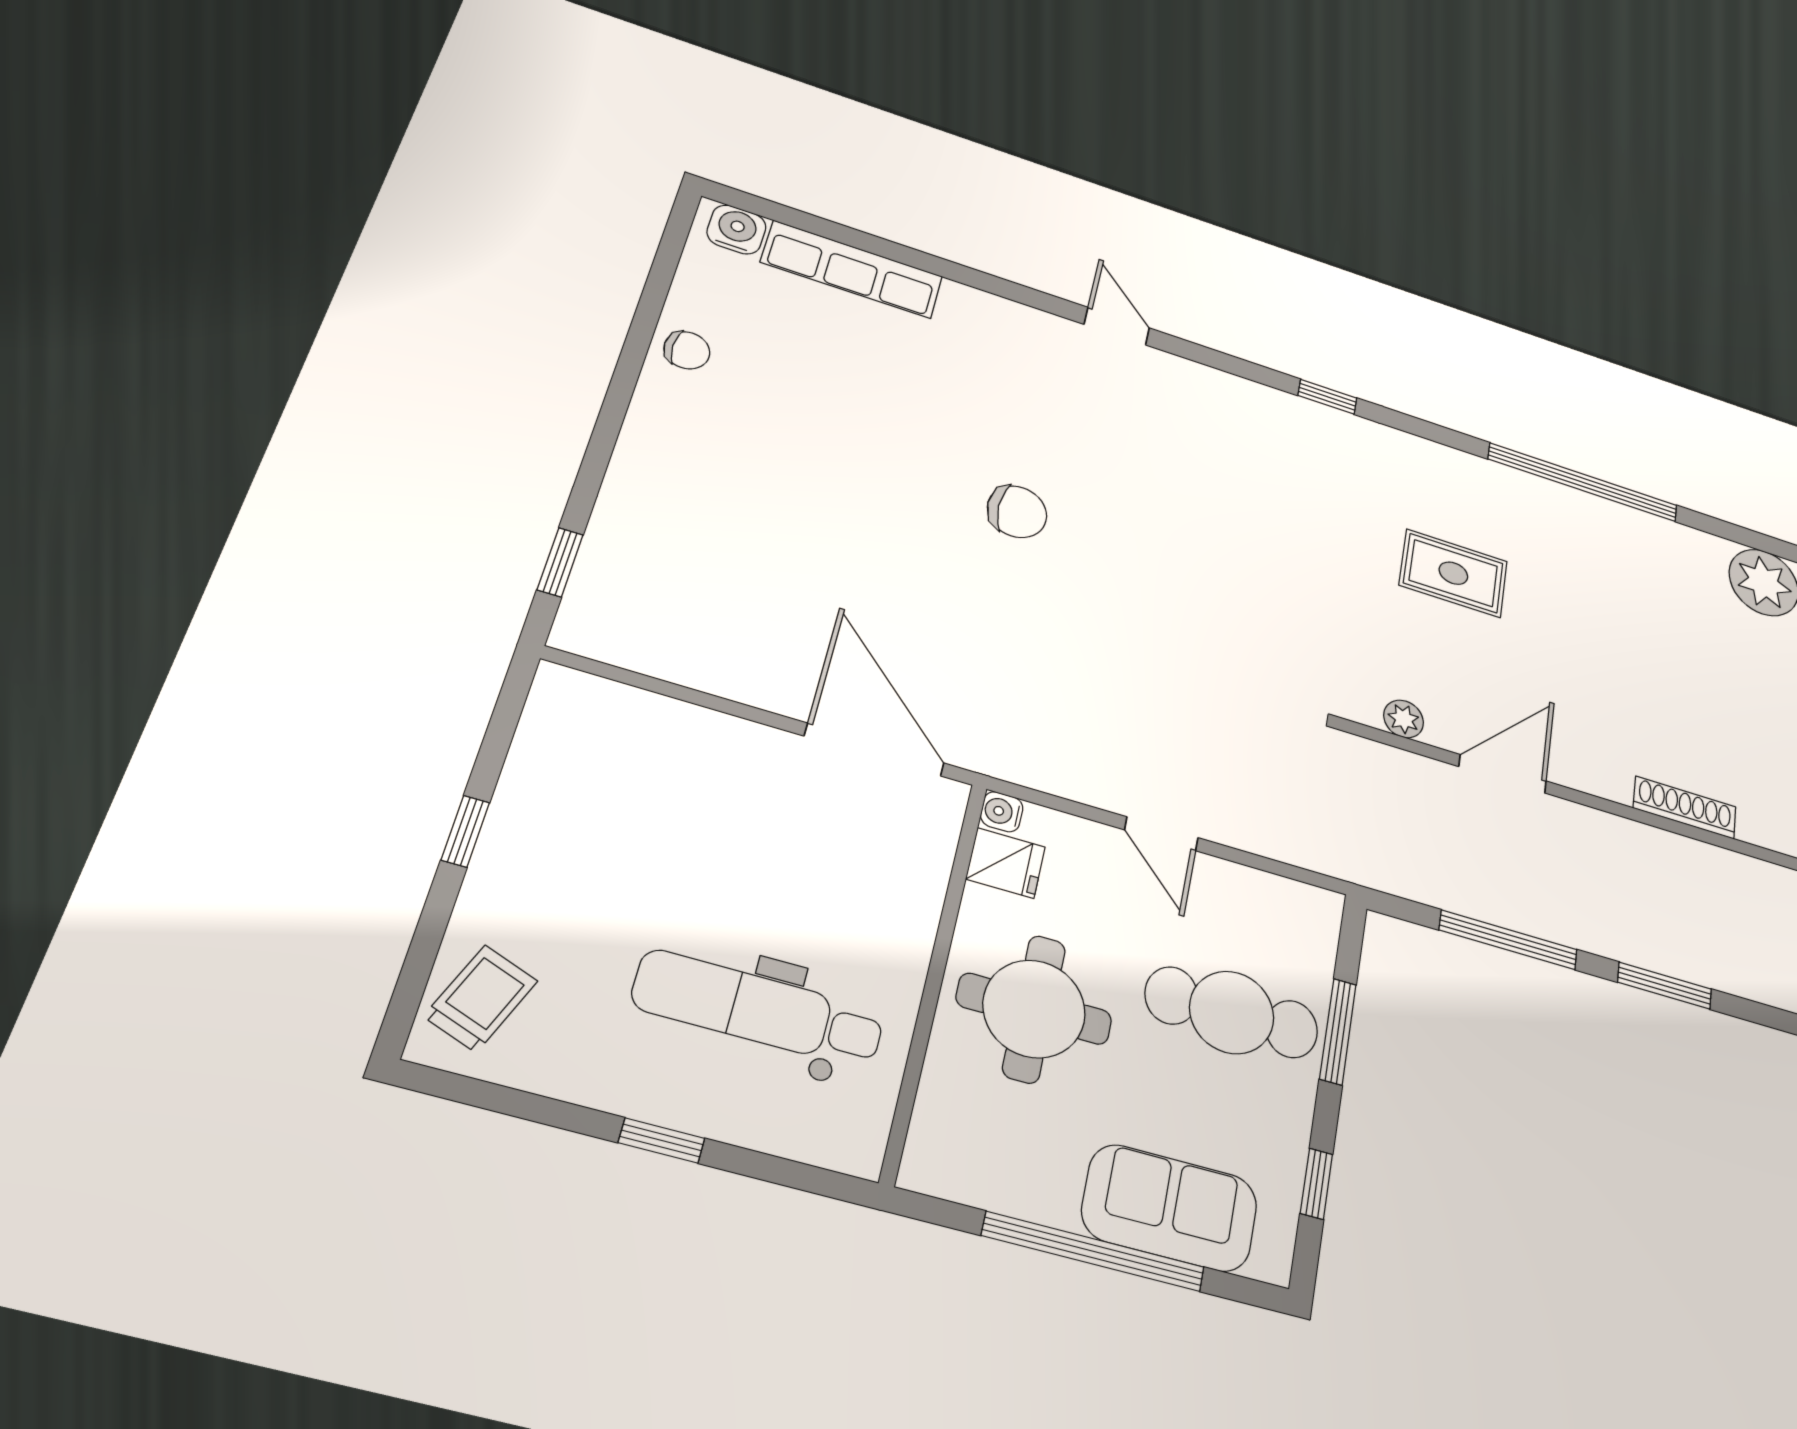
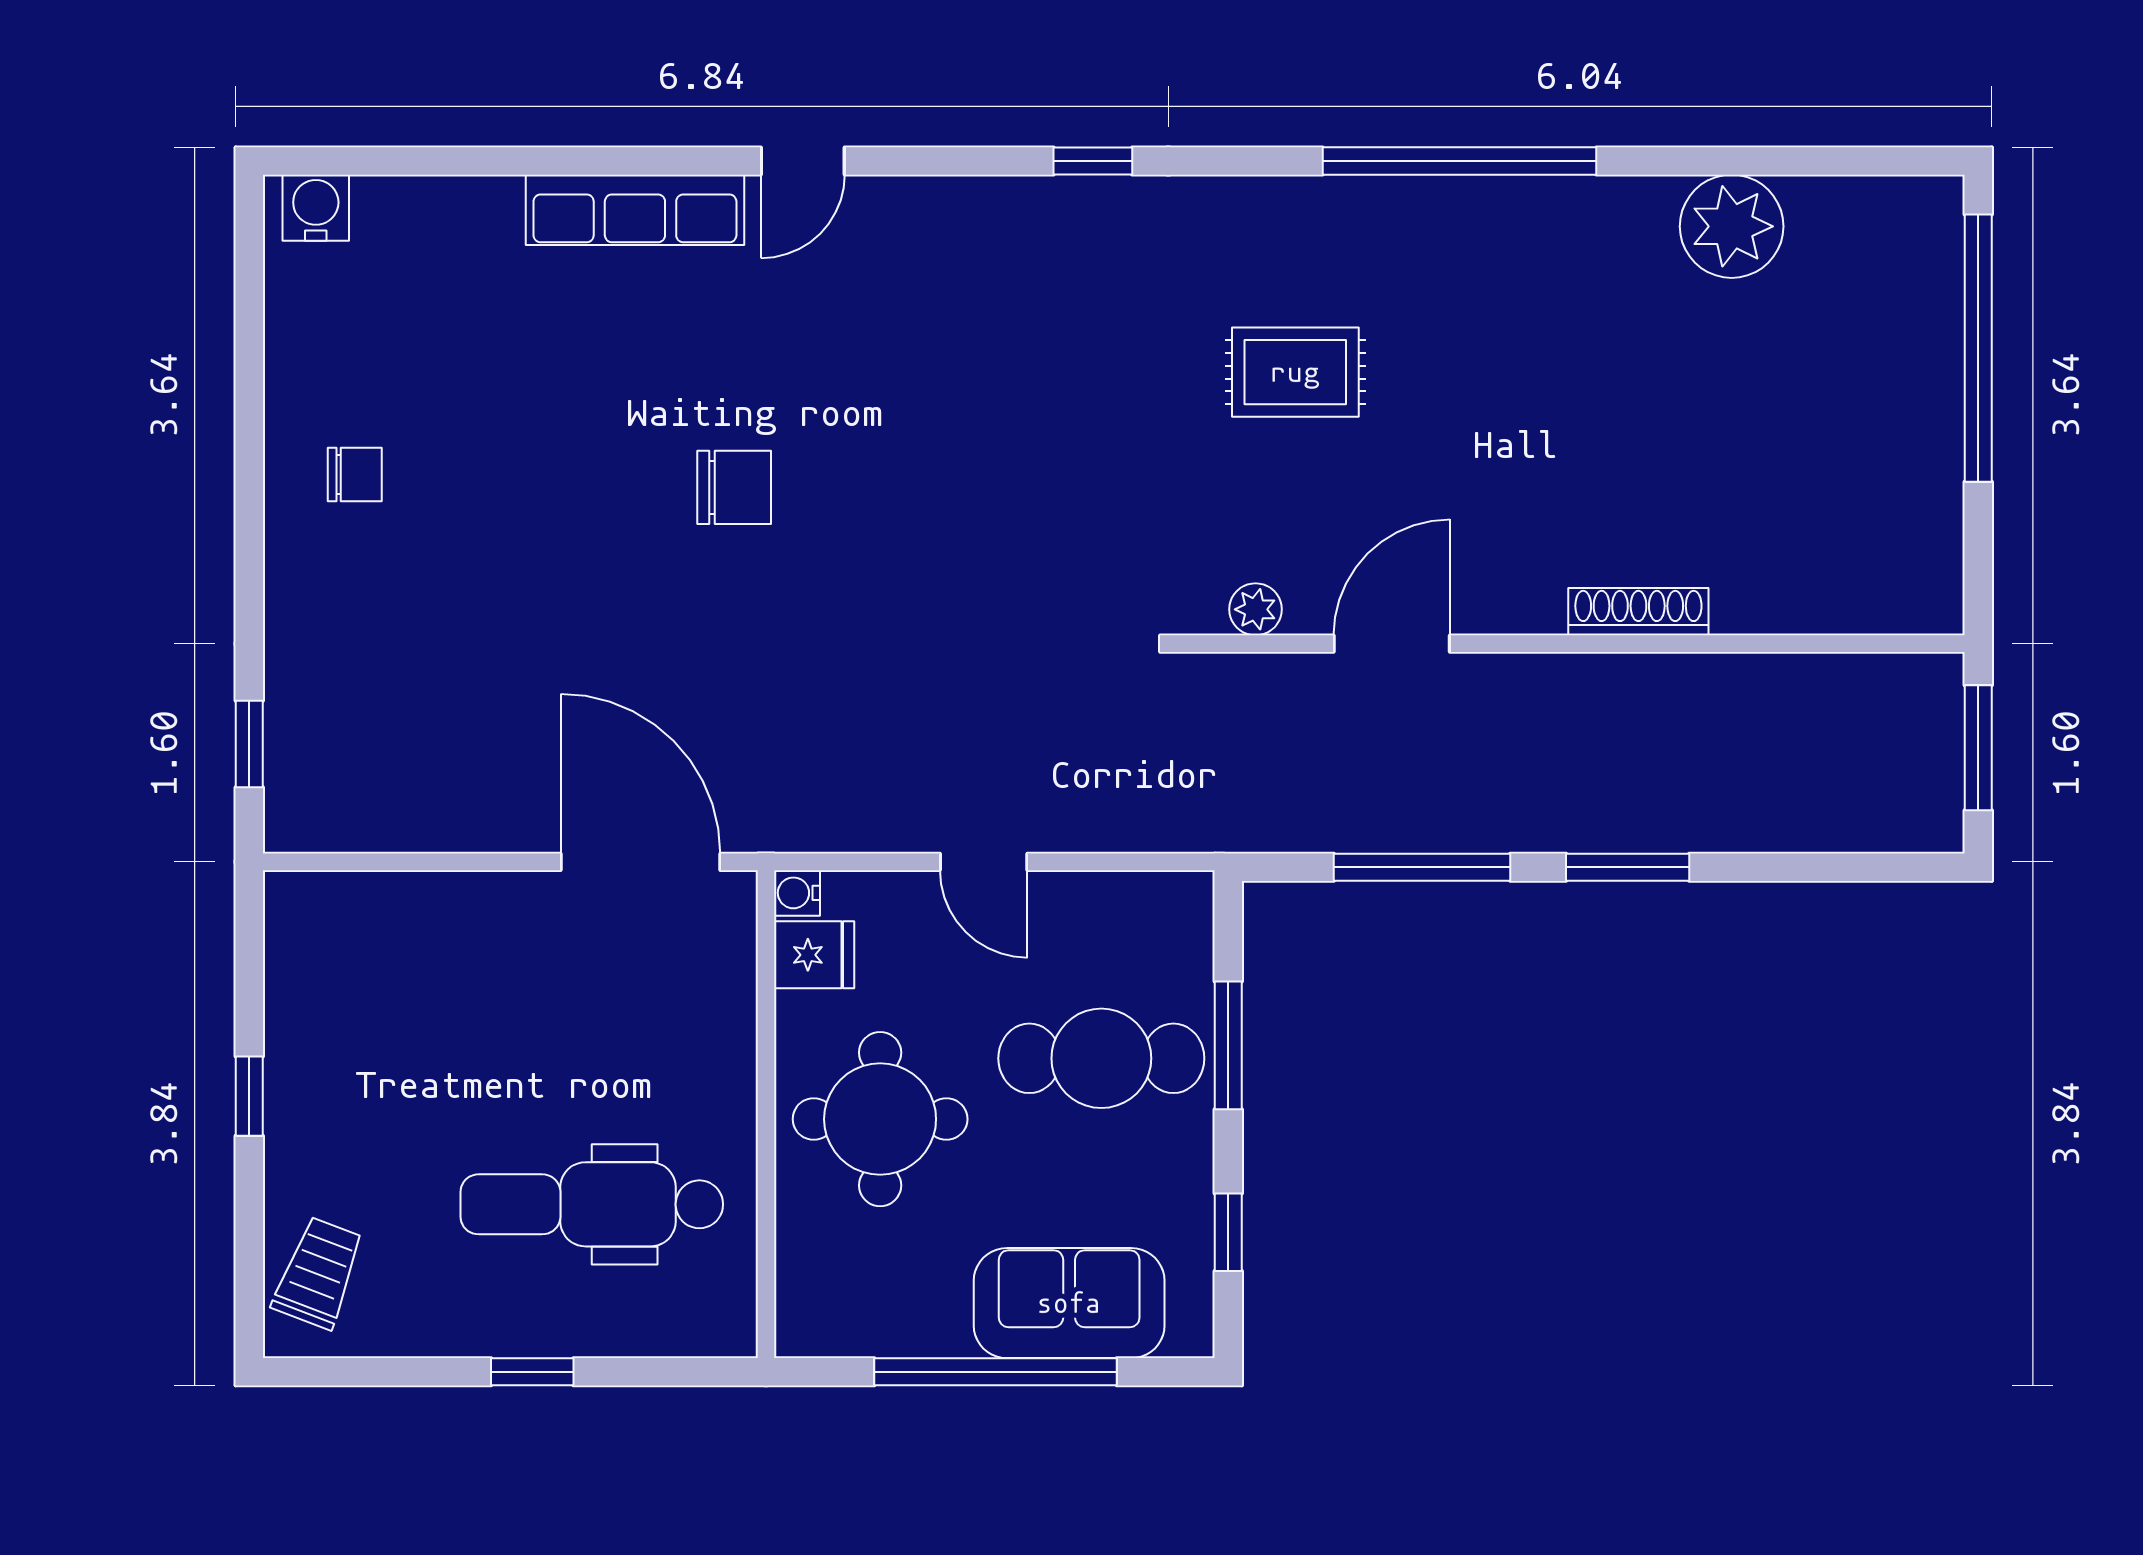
row of seats: (852, 269) -> (635, 210), moved
door: (1117, 326) -> (803, 161), swing flipped
chair: (687, 350) -> (355, 474), moved

